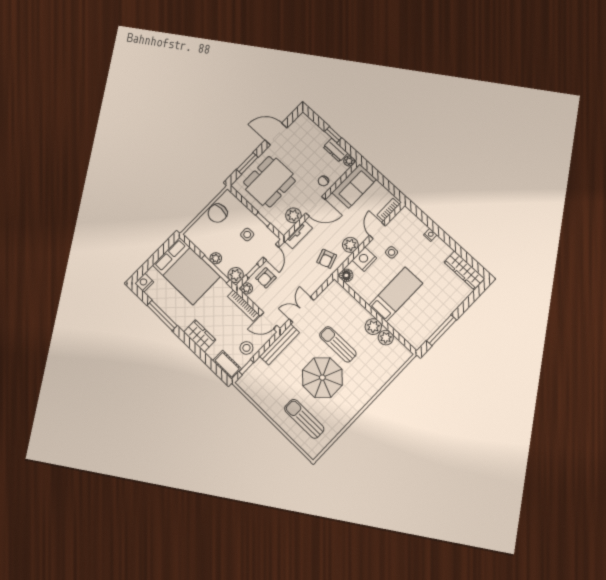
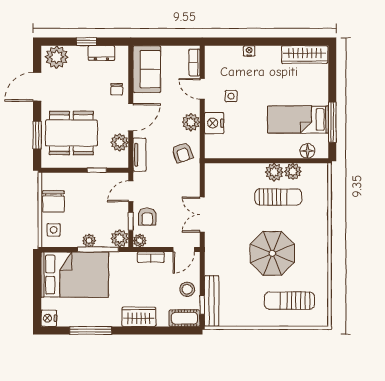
plant: (349, 161) -> (57, 57), moved, width x1.88, depth x1.88
dining table: (269, 182) -> (71, 133), turned 90
side table: (247, 235) -> (54, 230), moved
door: (271, 252) -> (131, 191), swing flipped
floor lamp: (346, 275) -> (307, 151), moved
bed: (396, 294) -> (298, 120), moved, turned -90
bookcase: (243, 306) -> (151, 257), width x0.64
bench: (280, 344) -> (212, 301), moved
sun lounger: (338, 344) -> (278, 197), moved, turned 180

